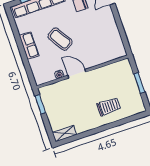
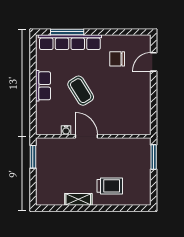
window: (139, 83) -> (154, 157), moved
shelving: (64, 134) -> (78, 199), moved

